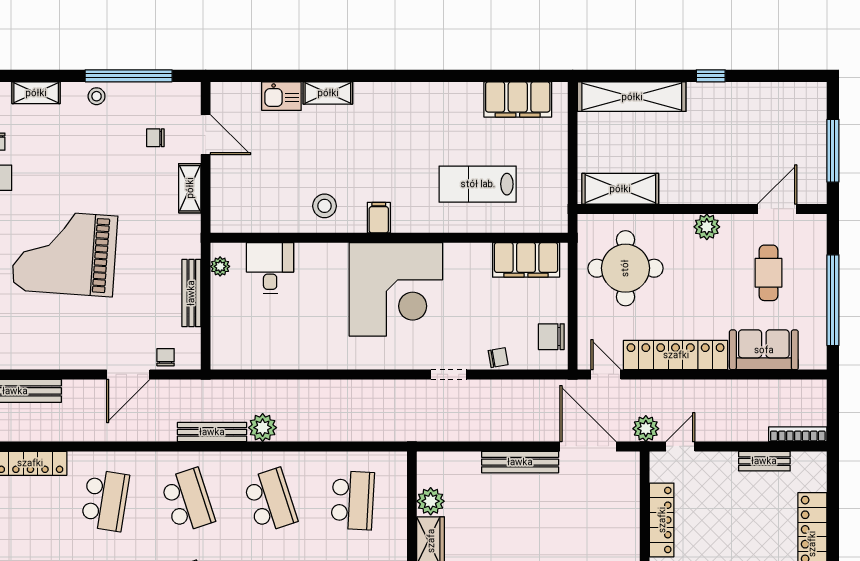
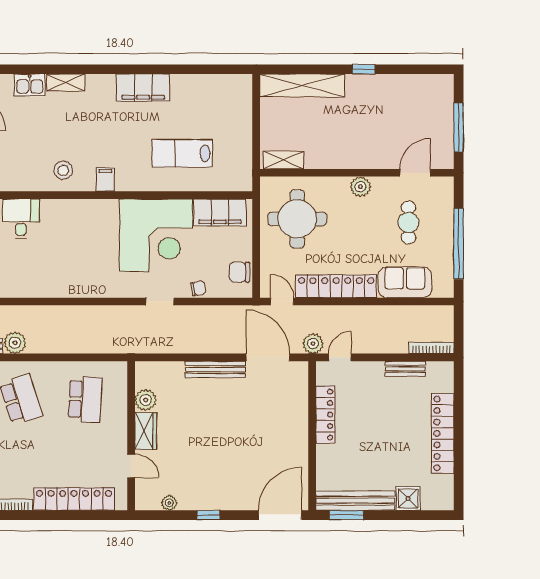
filing cabinet: (518, 99) -> (143, 88), moved
shelving: (620, 189) -> (283, 160), width x0.67, depth x0.75
corner desk: (396, 289) -> (156, 235), moved

